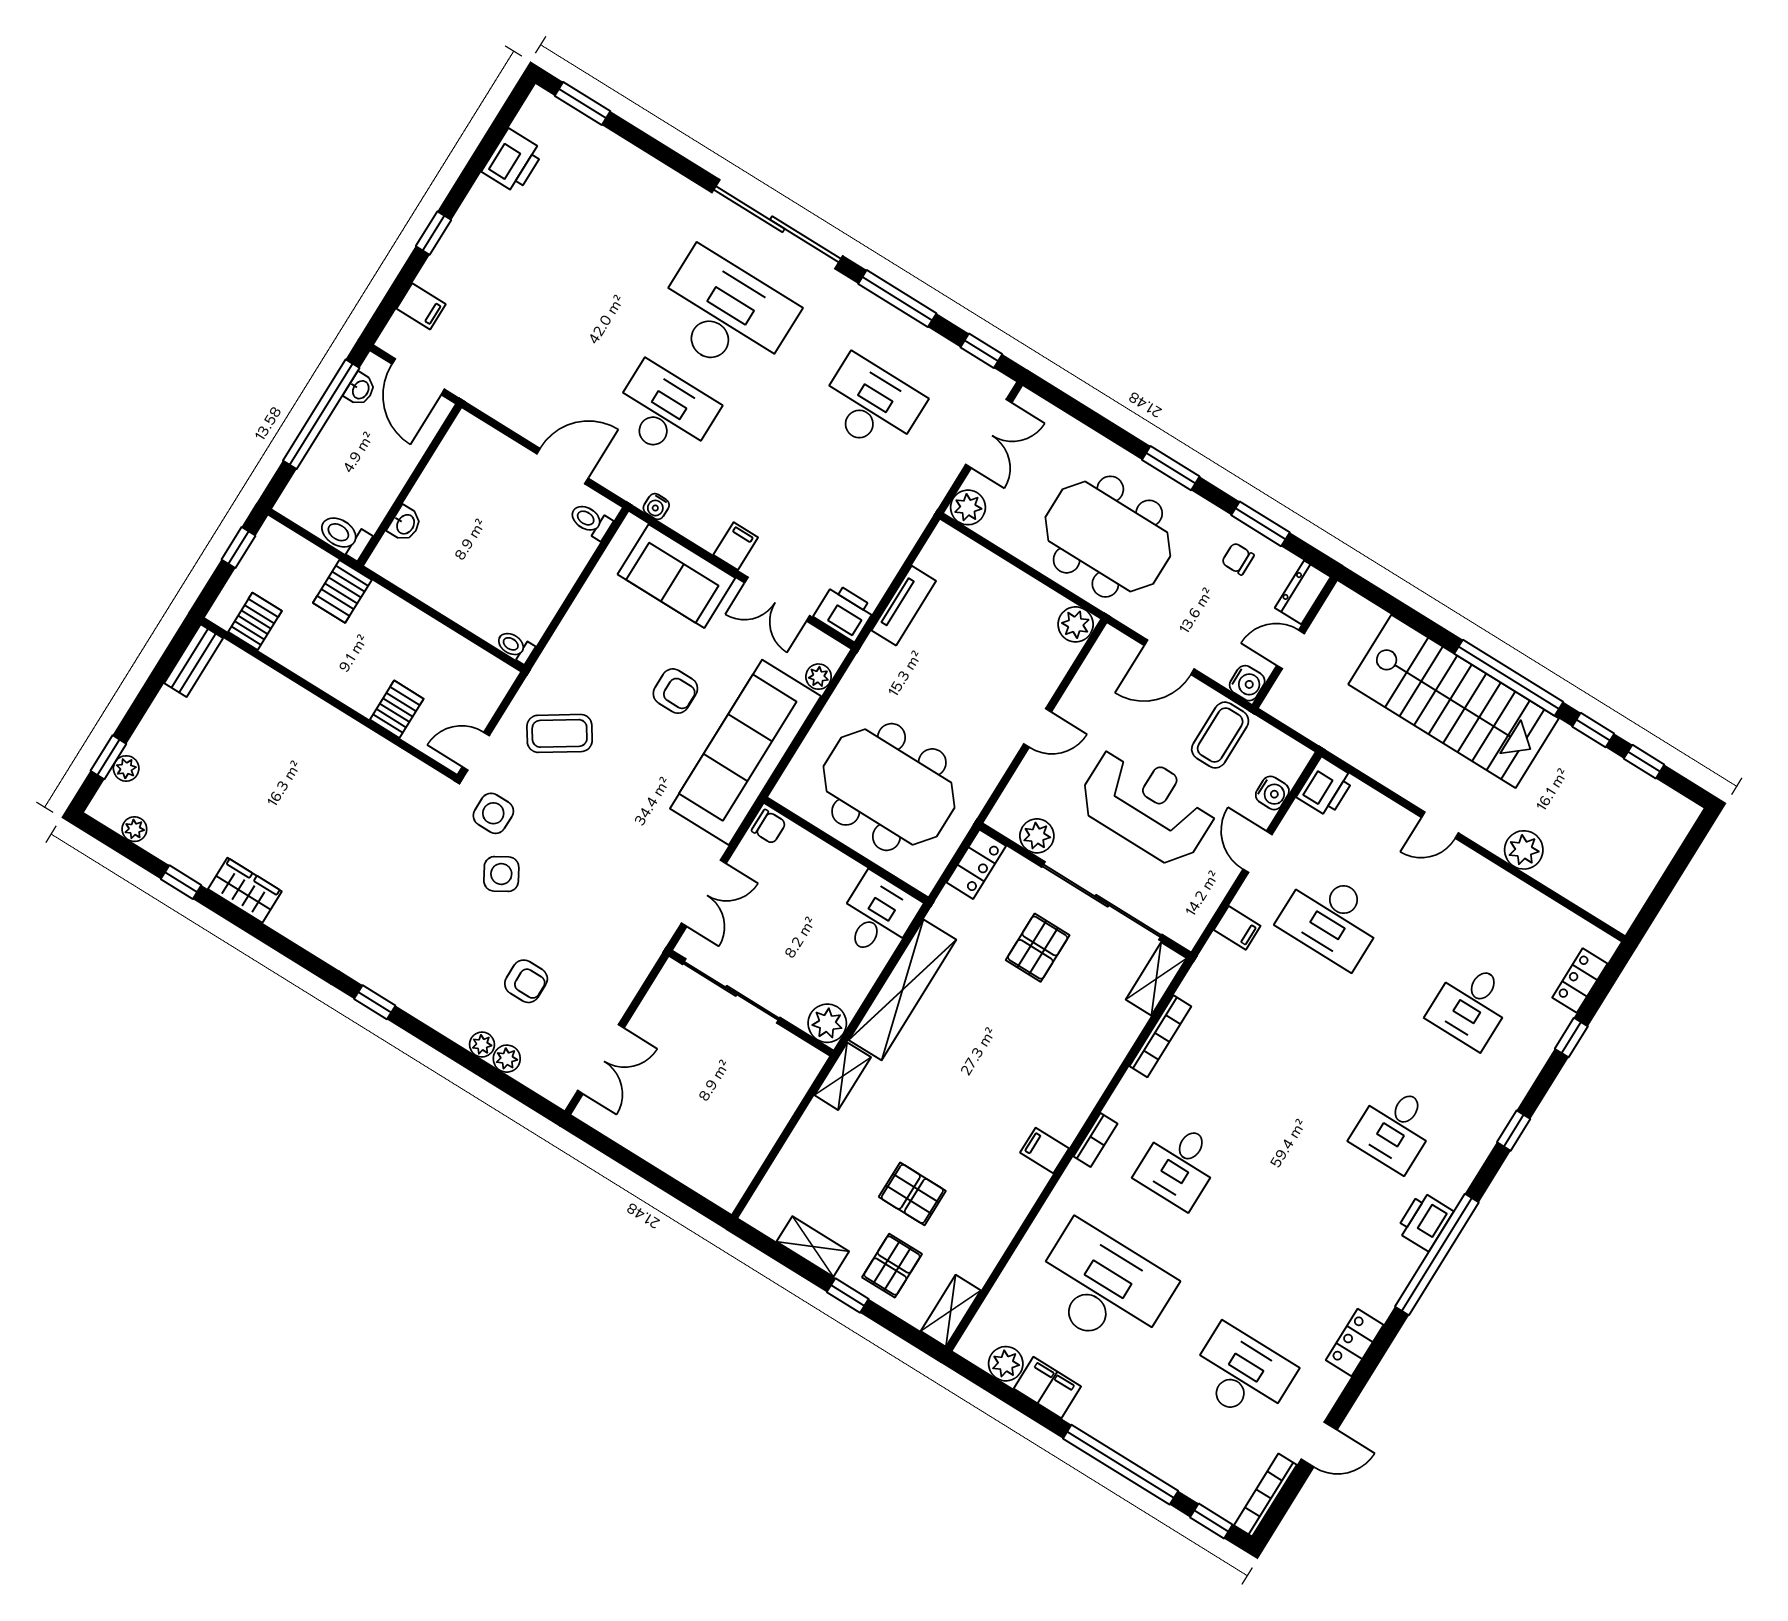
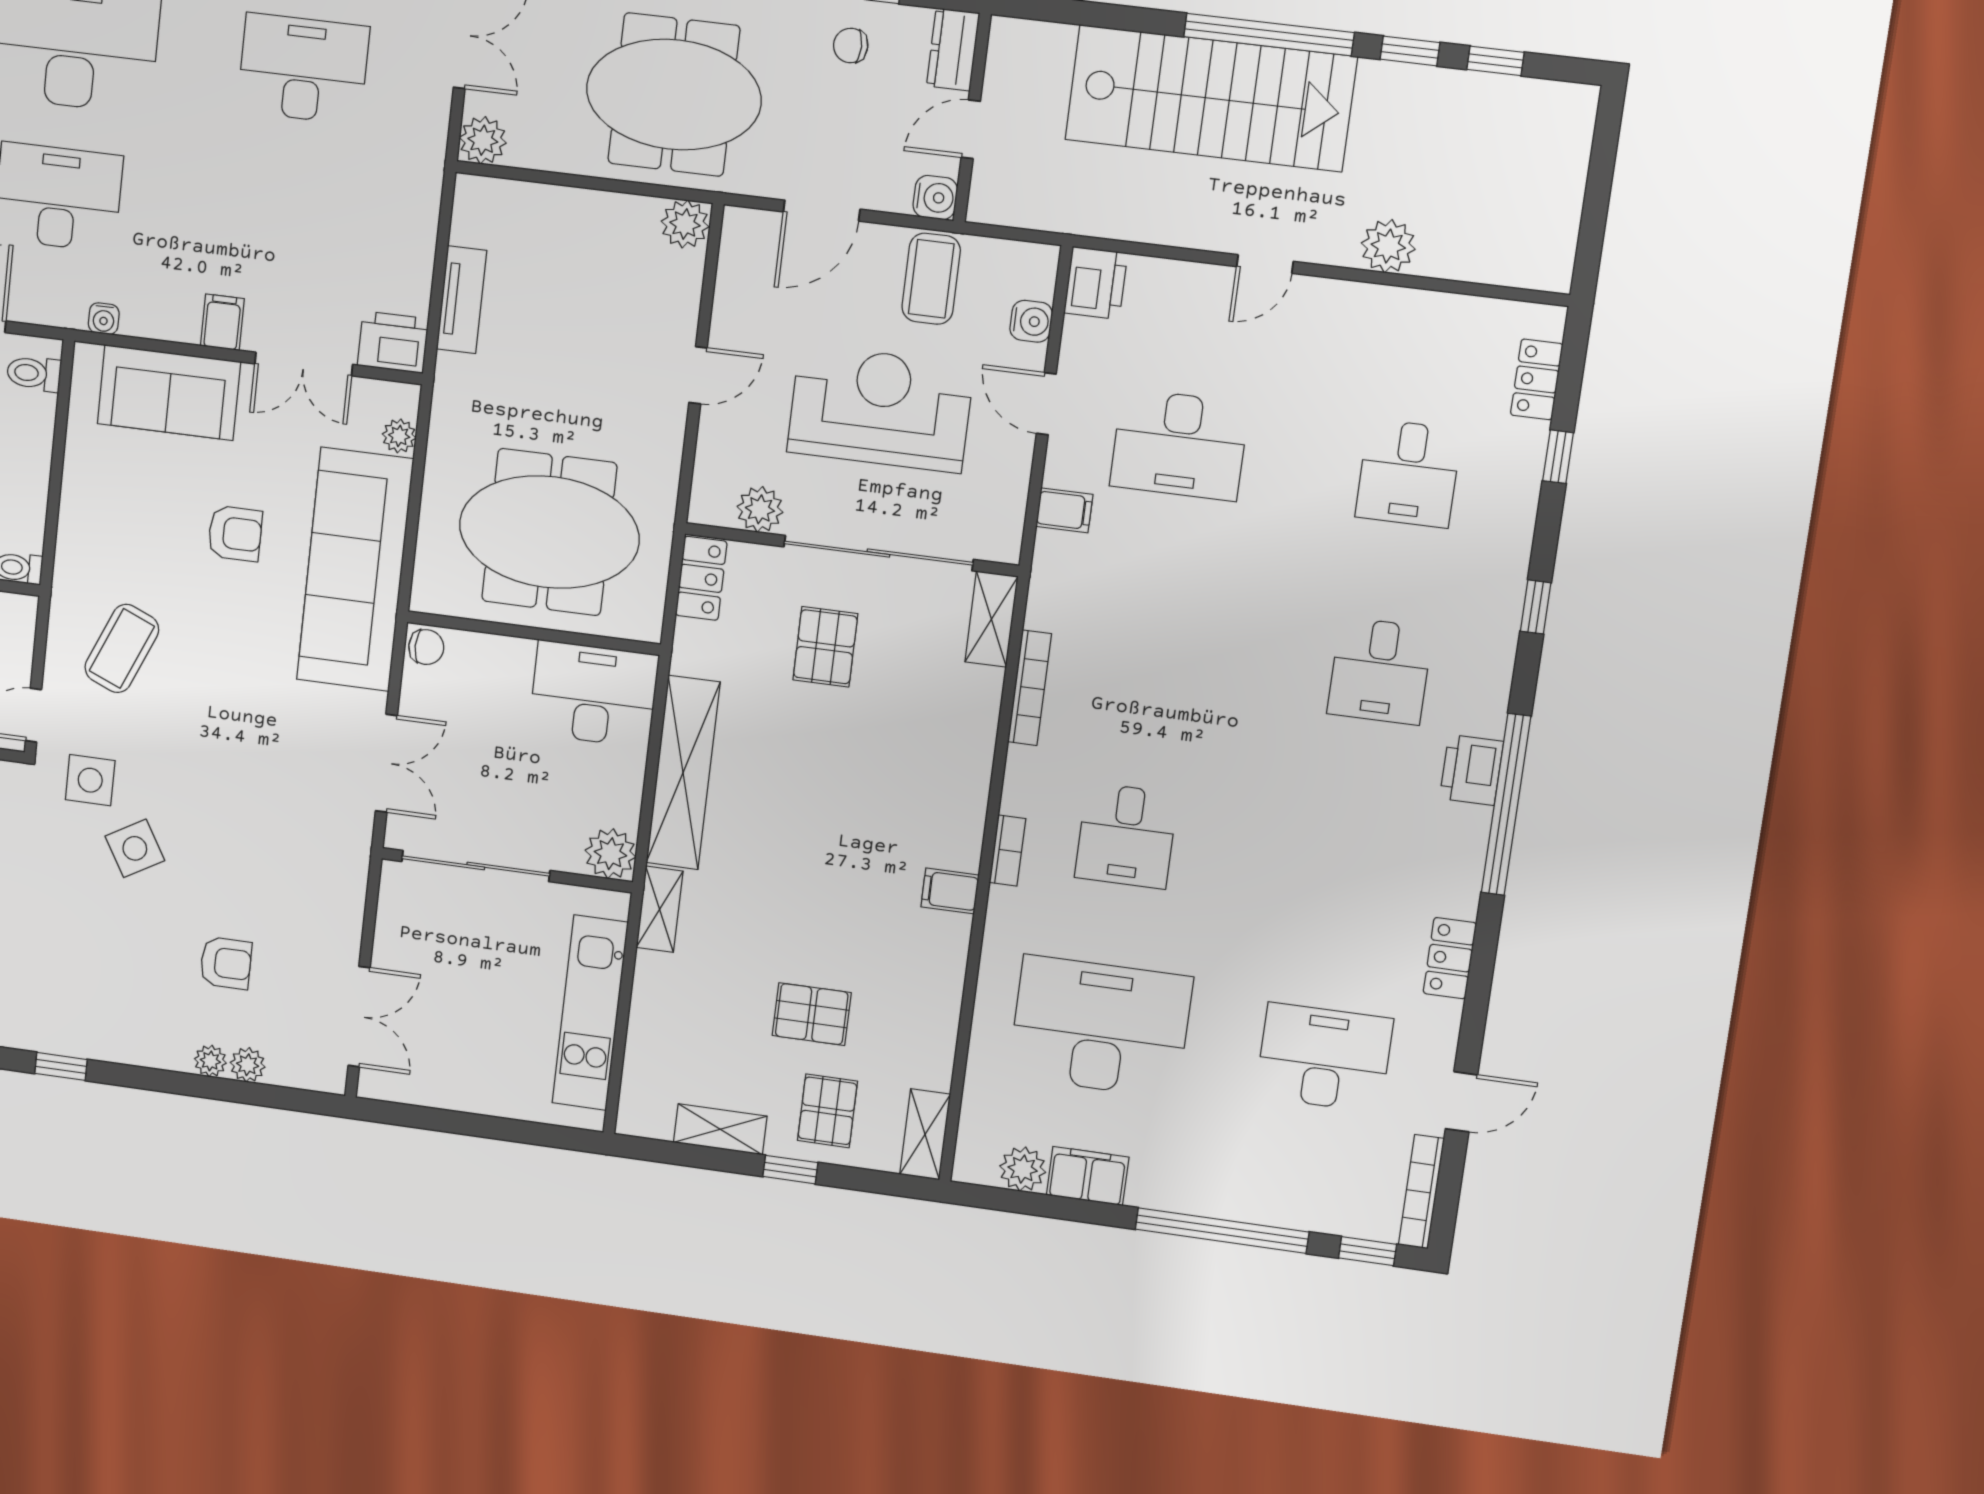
coffee table: (560, 733) -> (122, 648), turned -34
desk: (878, 916) -> (594, 694), width x1.37
kitchen unit: (762, 1127) -> (590, 1013), added

